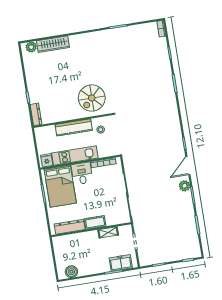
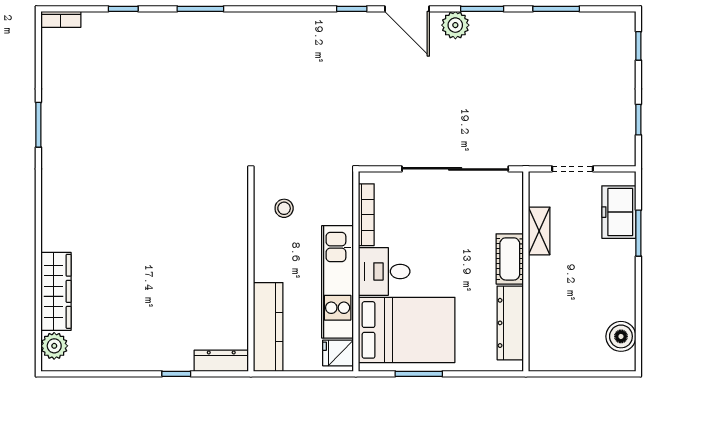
spiral stairs: (92, 98) -> (203, 218), removed
kitchen counter: (74, 127) -> (268, 327), moved

